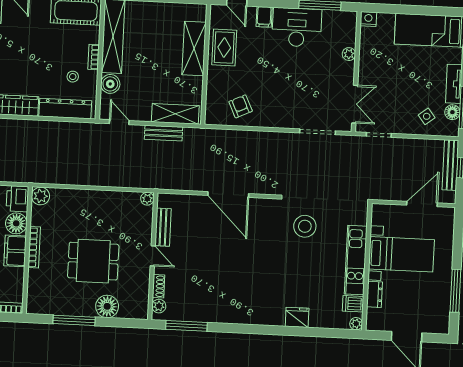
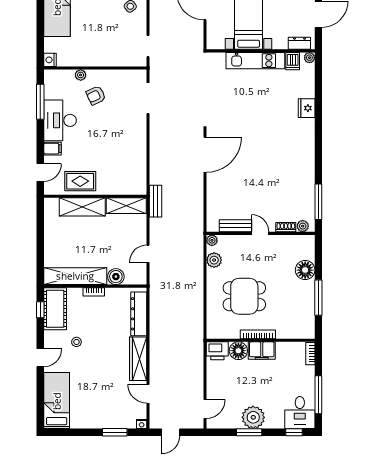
stool: (73, 77) -> (76, 342), moved
double door: (355, 104) -> (123, 68), removed
armchair: (241, 106) -> (96, 95), moved
shelving: (175, 114) -> (126, 206), moved, turned 90
door: (119, 122) -> (148, 254), moved
bench: (164, 133) -> (155, 201), moved
door: (228, 195) -> (205, 155), moved
plant: (40, 196) -> (214, 260), moved
stool: (305, 226) -> (229, 105), removed
door: (153, 256) -> (260, 233), hinge flipped
dining table: (93, 261) -> (244, 296), moved, turned 90
dresser: (374, 294) -> (299, 43), moved

